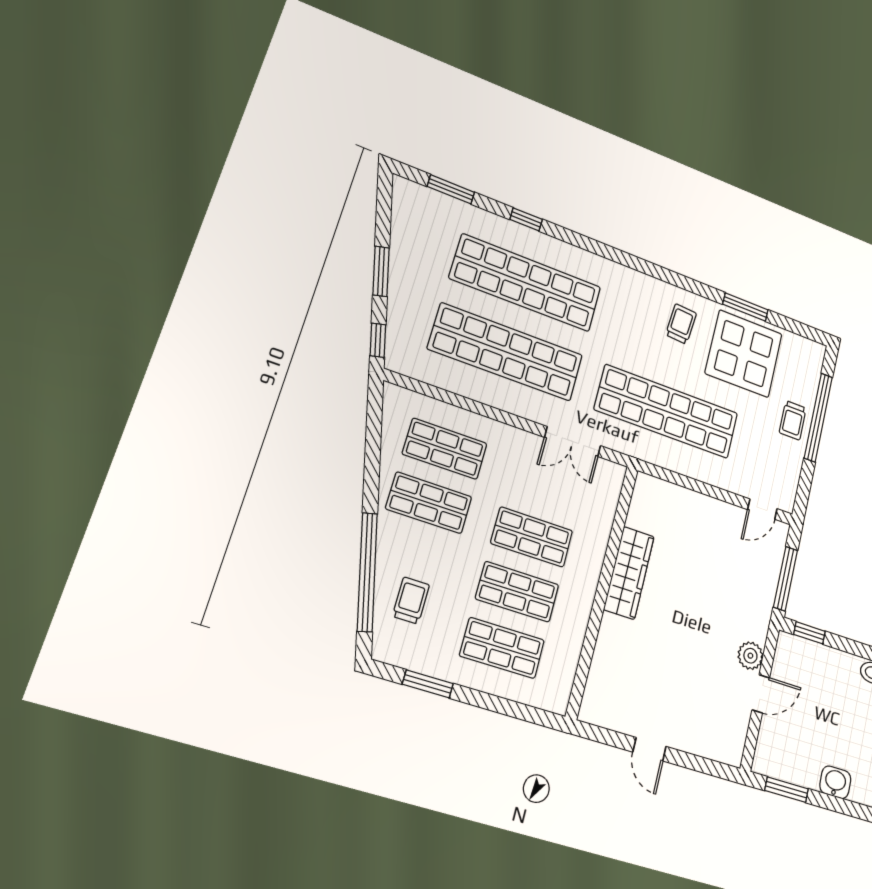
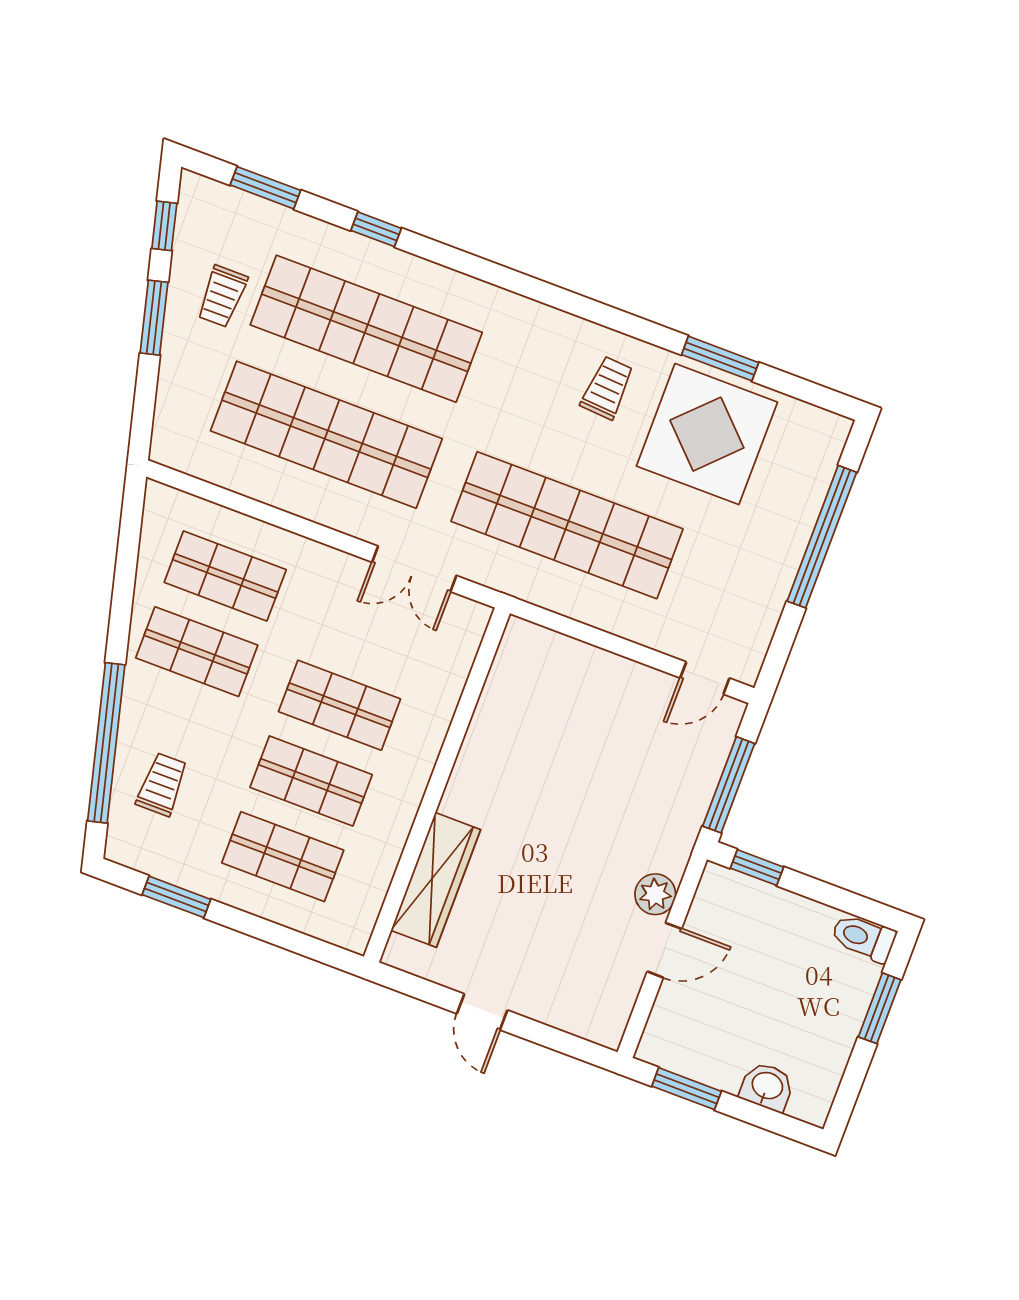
window: (378, 340) -> (164, 226), moved
trolley: (793, 420) -> (222, 296), moved
wardrobe: (629, 573) -> (436, 880), moved

